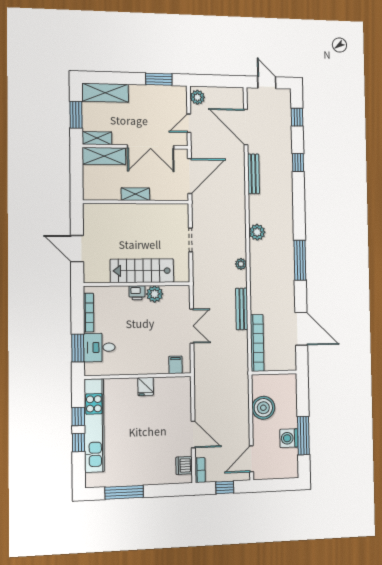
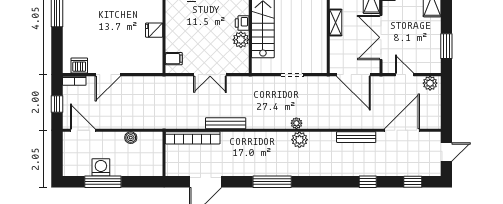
plant: (241, 264) -> (296, 123), moved
boiler: (263, 408) -> (131, 138), width x0.54, depth x0.54

